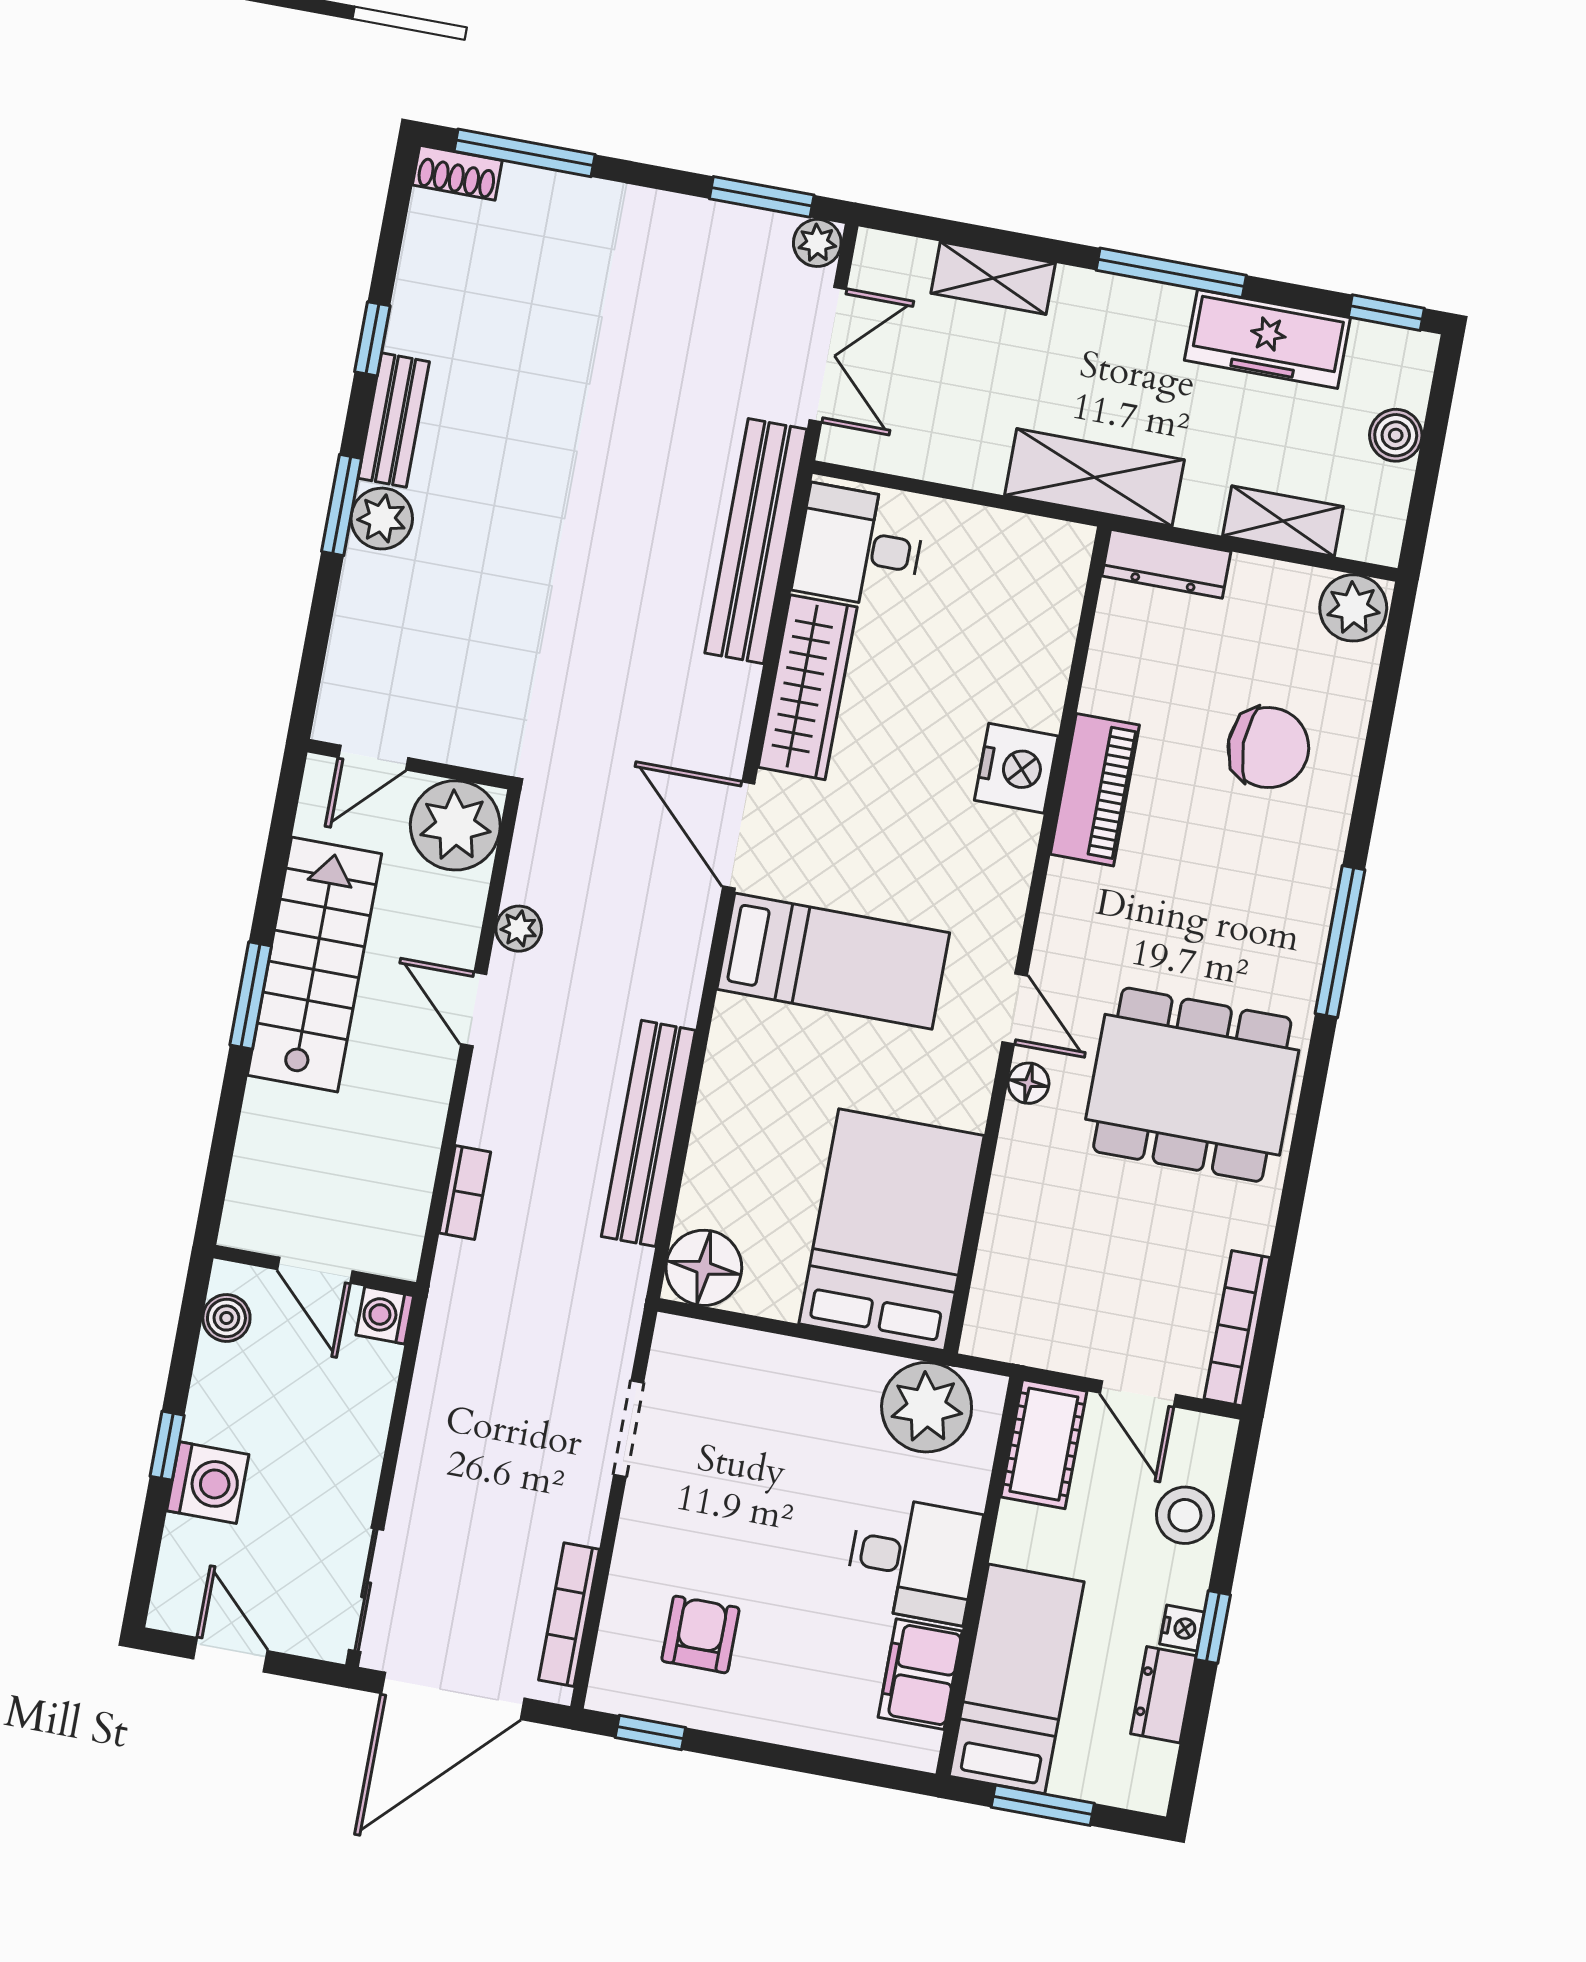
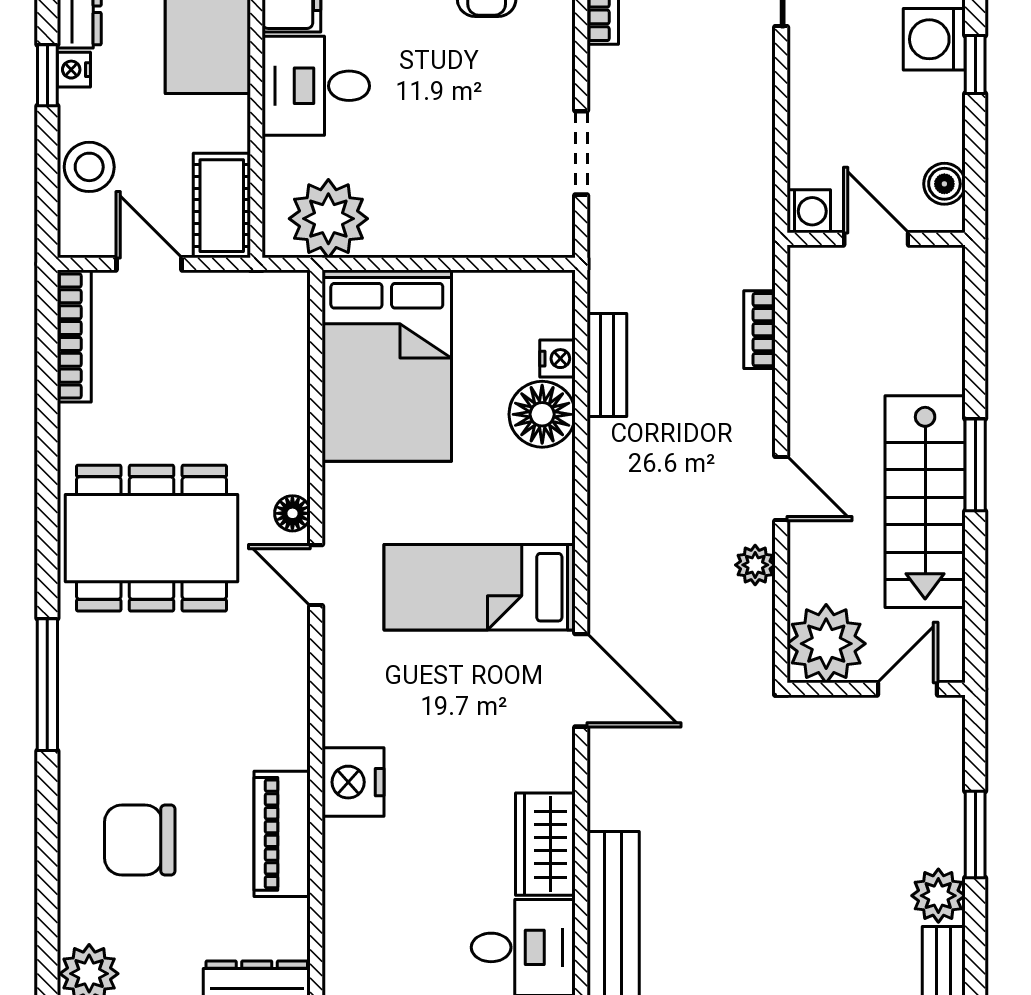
window: (342, 505) -> (975, 835), moved
wardrobe: (808, 687) -> (545, 844), width x0.67
piano: (1095, 790) -> (282, 834), moved
bench: (648, 1133) -> (607, 365), width x0.54, depth x0.82
nightstand: (698, 1202) -> (558, 359), added
floor lamp: (704, 1268) -> (542, 414), moved

